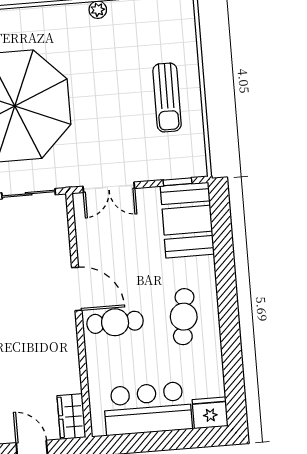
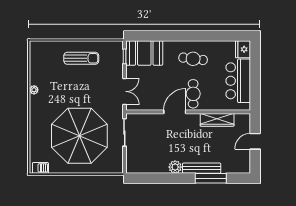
wardrobe: (71, 417) -> (217, 120), moved, width x1.50

